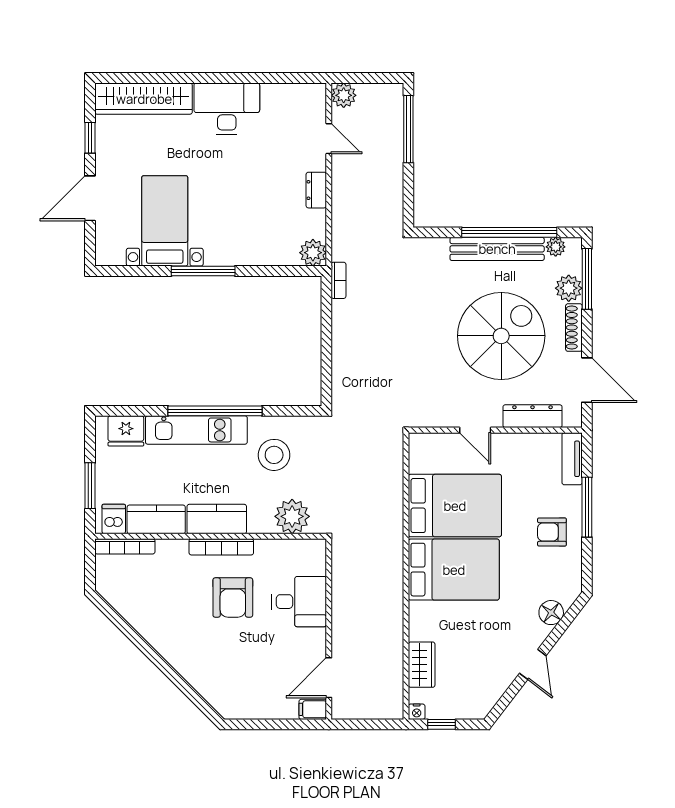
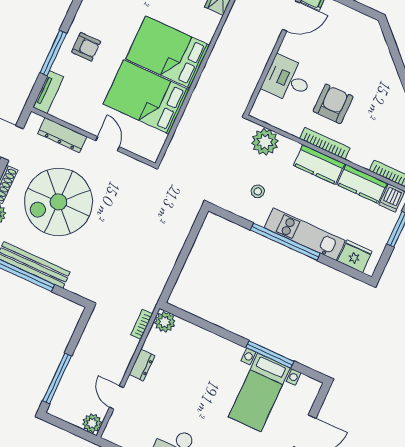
window: (203, 271) -> (270, 354), moved
bookcase: (339, 280) -> (142, 324), moved
stool: (274, 455) -> (258, 191), width x0.53, depth x0.53

